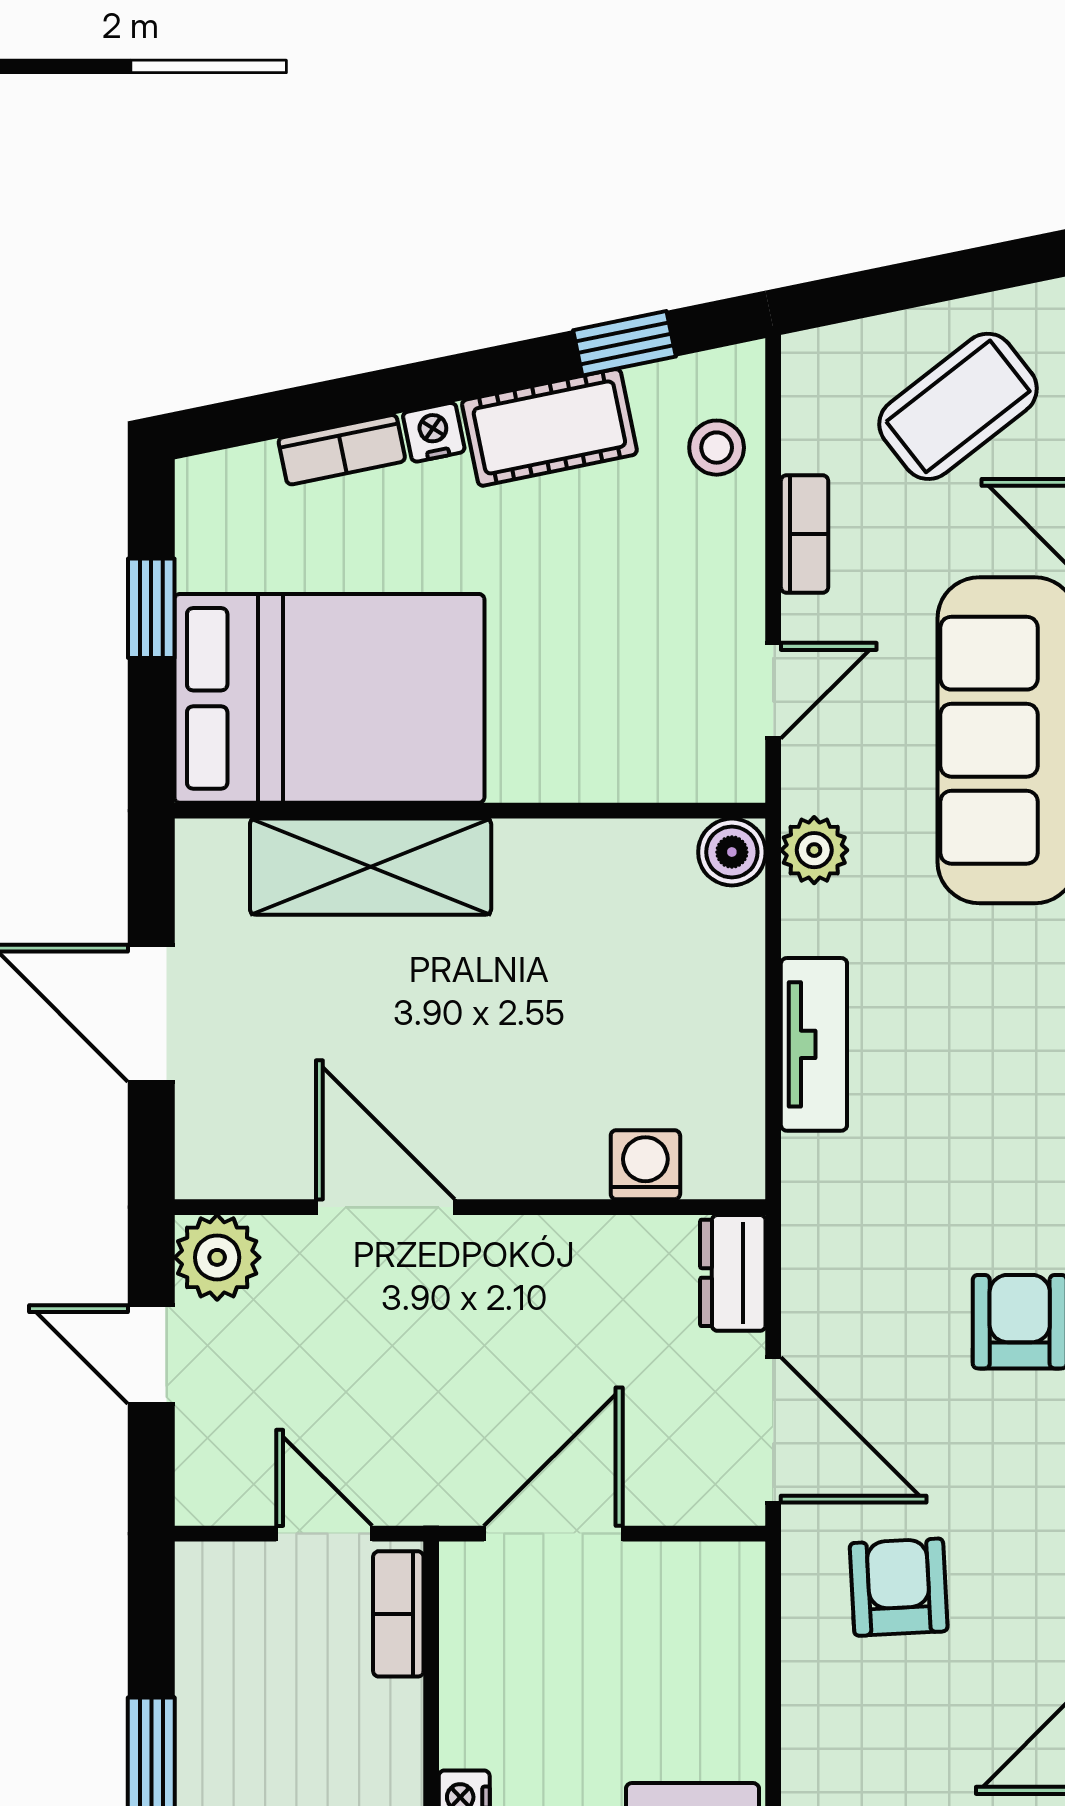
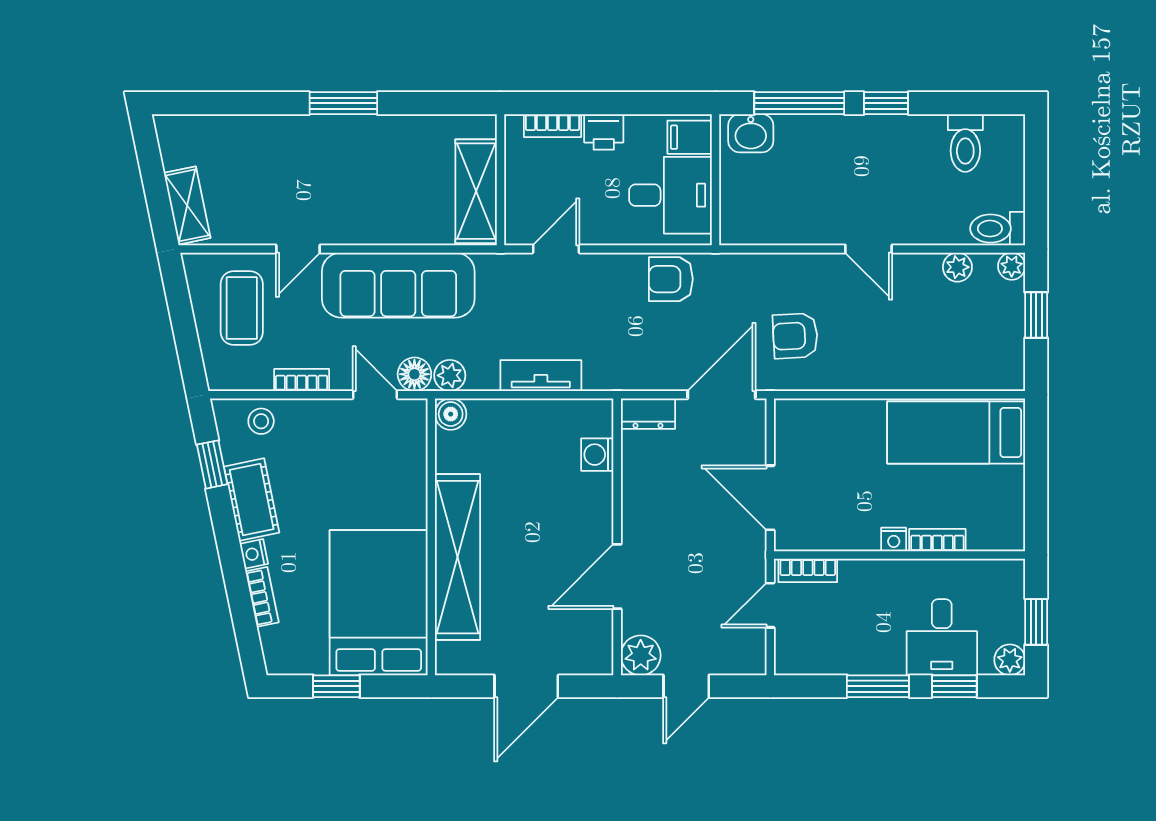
coffee table: (958, 406) -> (242, 308), turned 38
floor lamp: (817, 775) -> (414, 374), added
shelving: (371, 867) -> (458, 557), width x1.47

